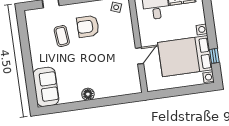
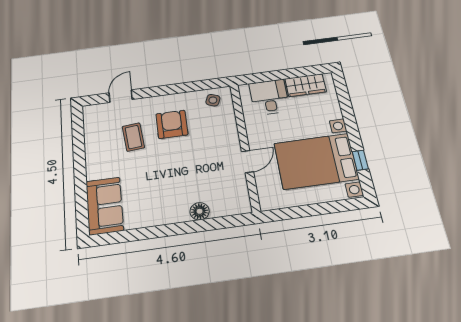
armchair: (88, 26) -> (172, 124), turned 90
floor lamp: (88, 94) -> (200, 211), moved

